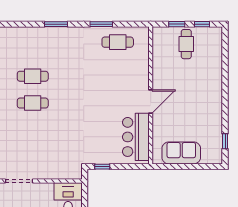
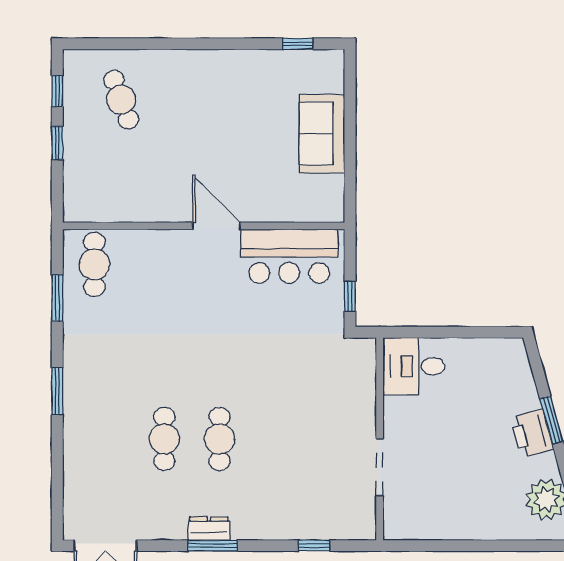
cafe table: (186, 44) -> (121, 100), moved, turned 70
wall: (151, 95) -> (204, 226), moved
door: (151, 102) -> (216, 226), moved
bar counter: (136, 137) -> (289, 256), moved

